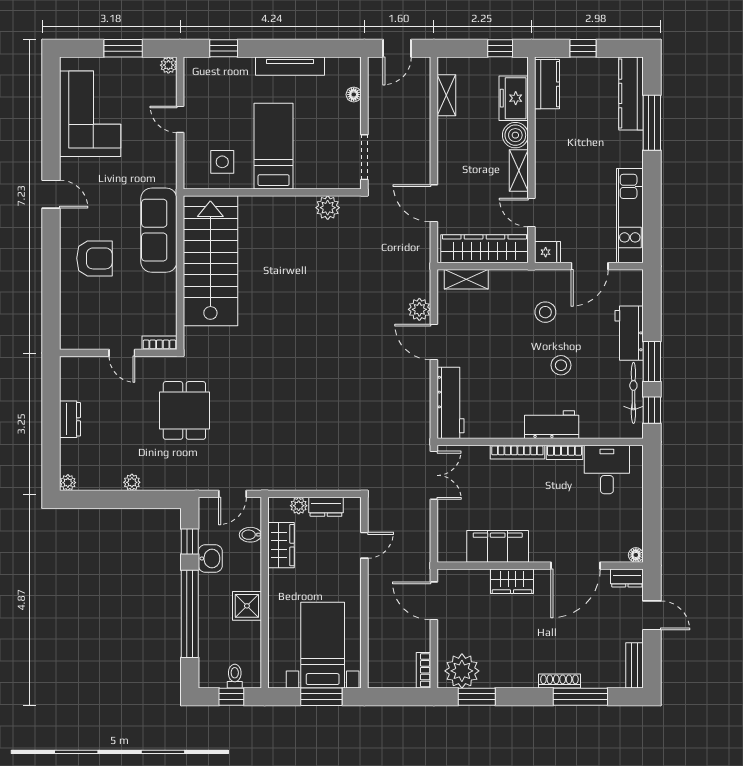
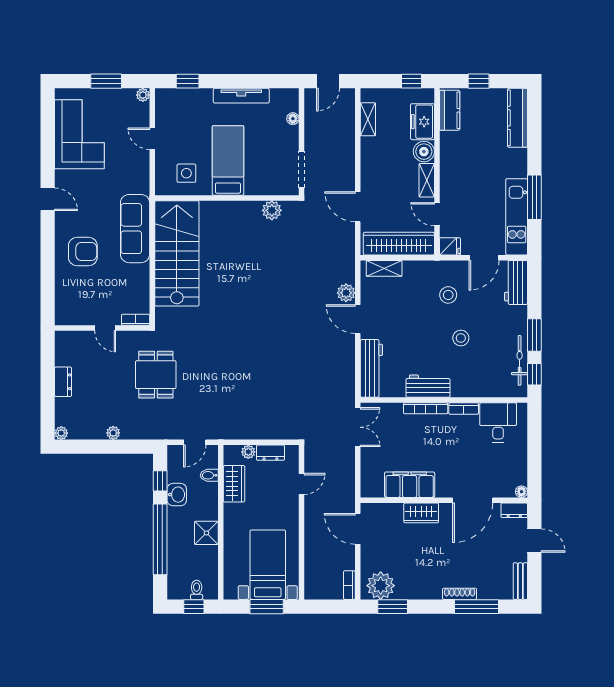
window: (652, 123) -> (534, 197), moved
workbench: (629, 333) -> (516, 282), moved
workbench: (552, 425) -> (428, 386), moved

